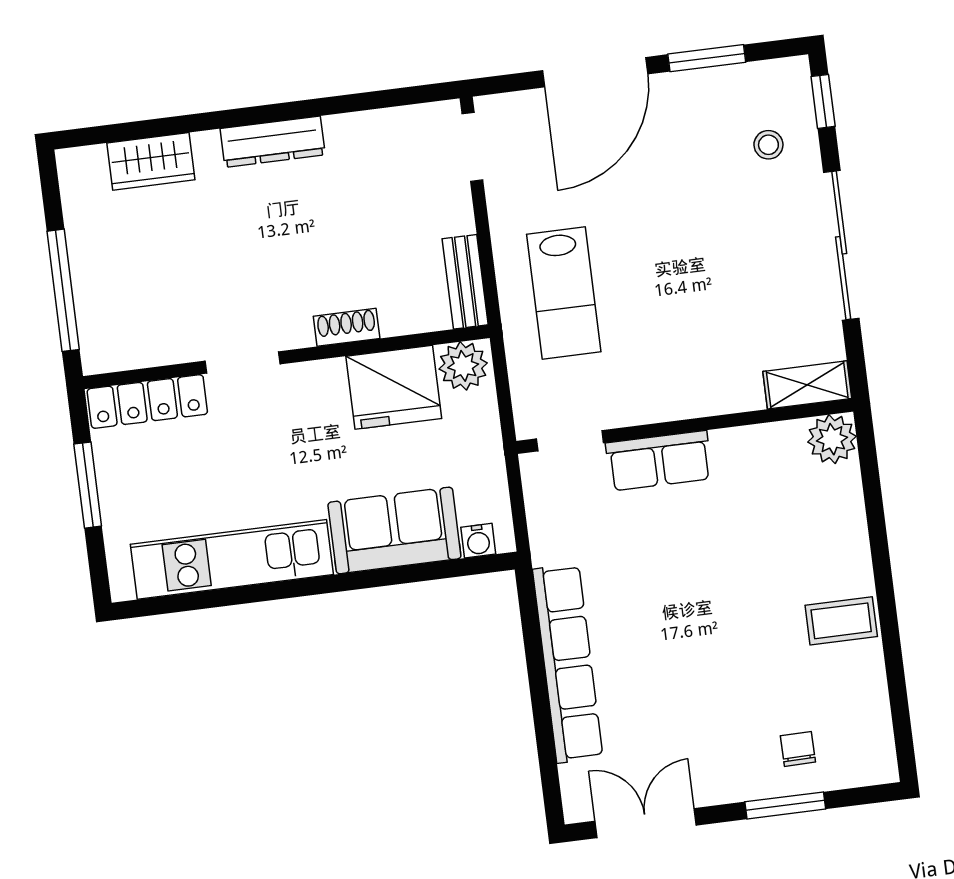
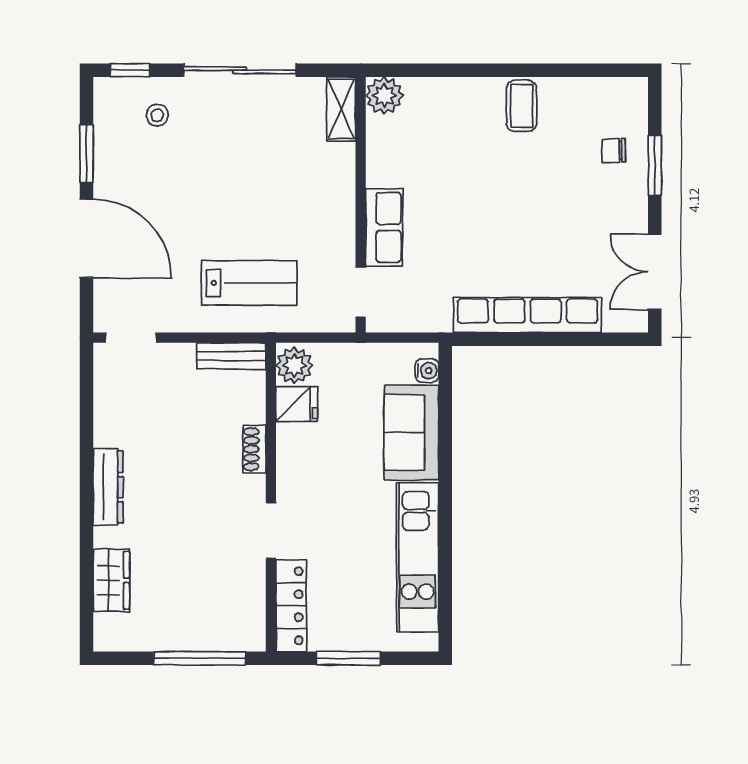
fridge: (394, 387) -> (297, 404), width x0.53, depth x0.75

